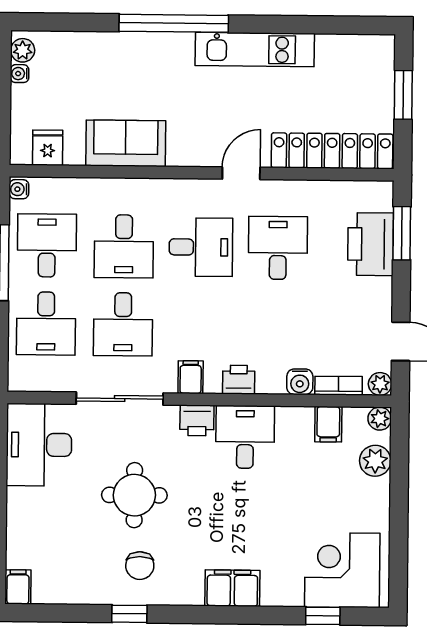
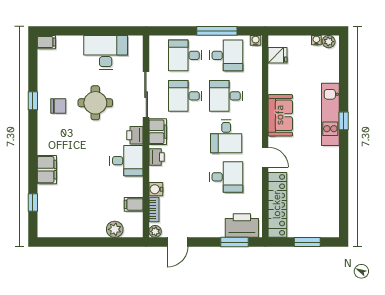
window: (174, 23) -> (344, 121), width x0.32
kitchen unit: (255, 49) -> (330, 114), moved
sofa: (126, 143) -> (280, 115), moved
printer: (371, 244) -> (242, 226), moved
filing cabinet: (191, 377) -> (158, 132), width x2.00
plant: (380, 419) -> (137, 231), removed
desk: (39, 445) -> (106, 52), moved
chair: (140, 566) -> (58, 106), turned 180
corner desk: (342, 570) -> (57, 213), removed
filing cabinet: (232, 588) -> (47, 170), moved

